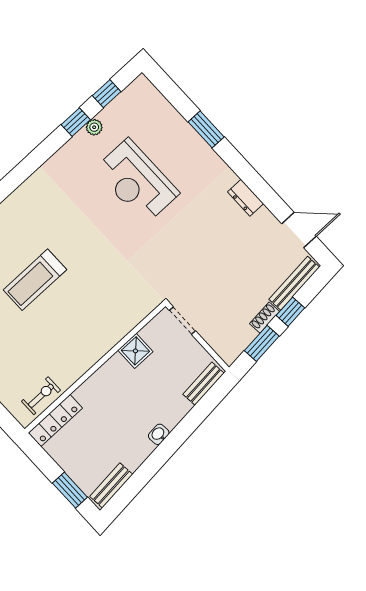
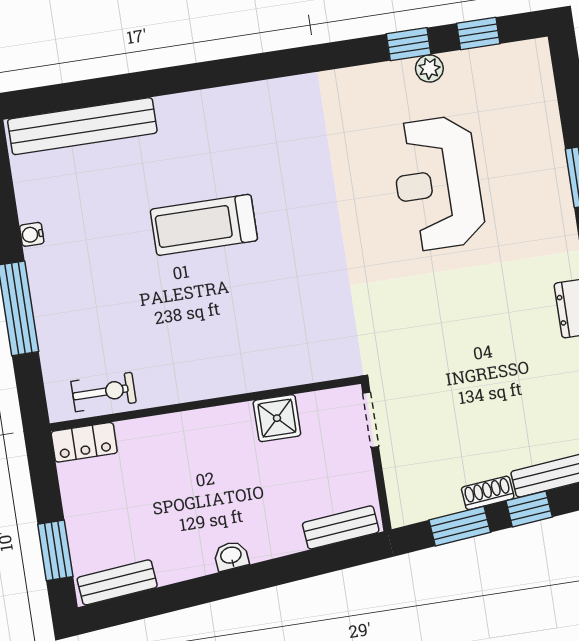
locker: (55, 420) -> (84, 442), width x0.66

